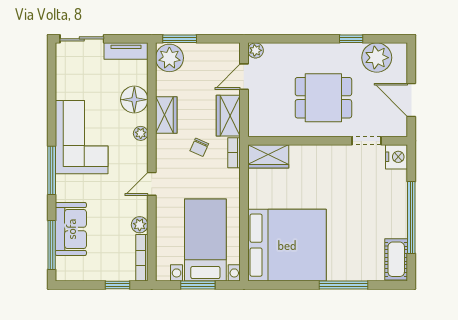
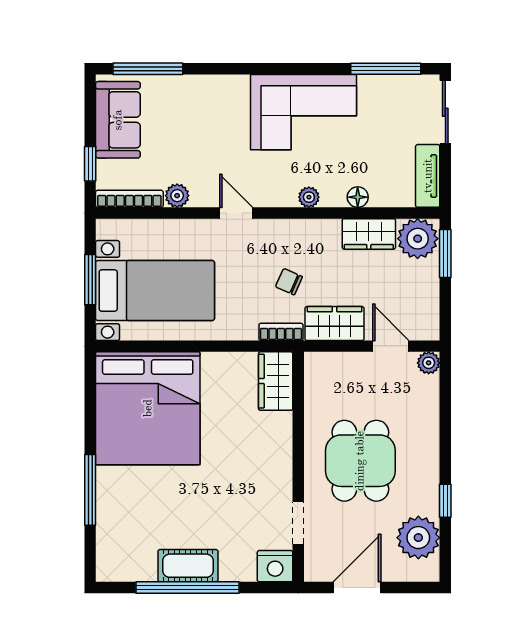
floor lamp: (134, 100) -> (358, 197), width x0.53, depth x0.53
wardrobe: (166, 115) -> (369, 234), moved
window: (52, 170) -> (386, 69), moved
sofa: (71, 229) -> (118, 120), moved, turned -90
cot: (396, 259) -> (188, 566), moved

